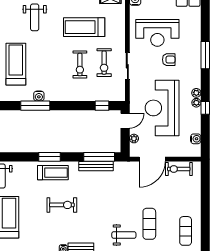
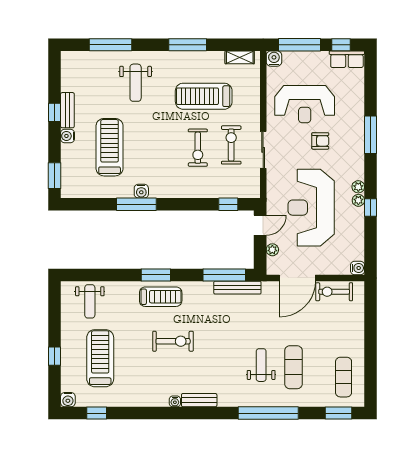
exercise bike: (104, 63) -> (231, 145), turned 180
water cooler: (196, 139) -> (358, 268), moved
bench: (96, 166) -> (237, 288), moved
weight bench: (124, 235) -> (261, 365), moved, turned -90

